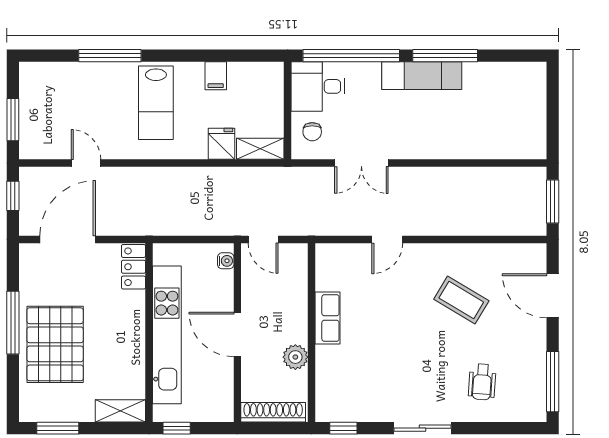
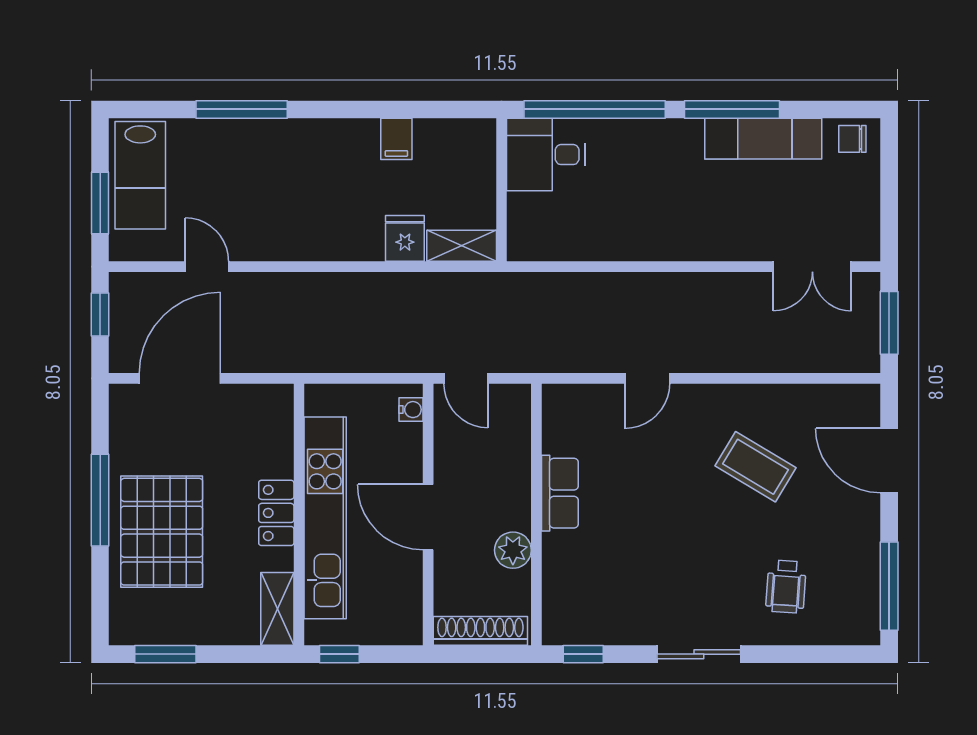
exam couch: (422, 76) -> (763, 139), moved
lab bench: (156, 103) -> (140, 175), moved
chair: (312, 132) -> (852, 139), moved, turned 90
double door: (361, 163) -> (812, 267), moved
locker: (133, 267) -> (276, 513), moved
shelving: (120, 411) -> (277, 609), moved, turned 90

